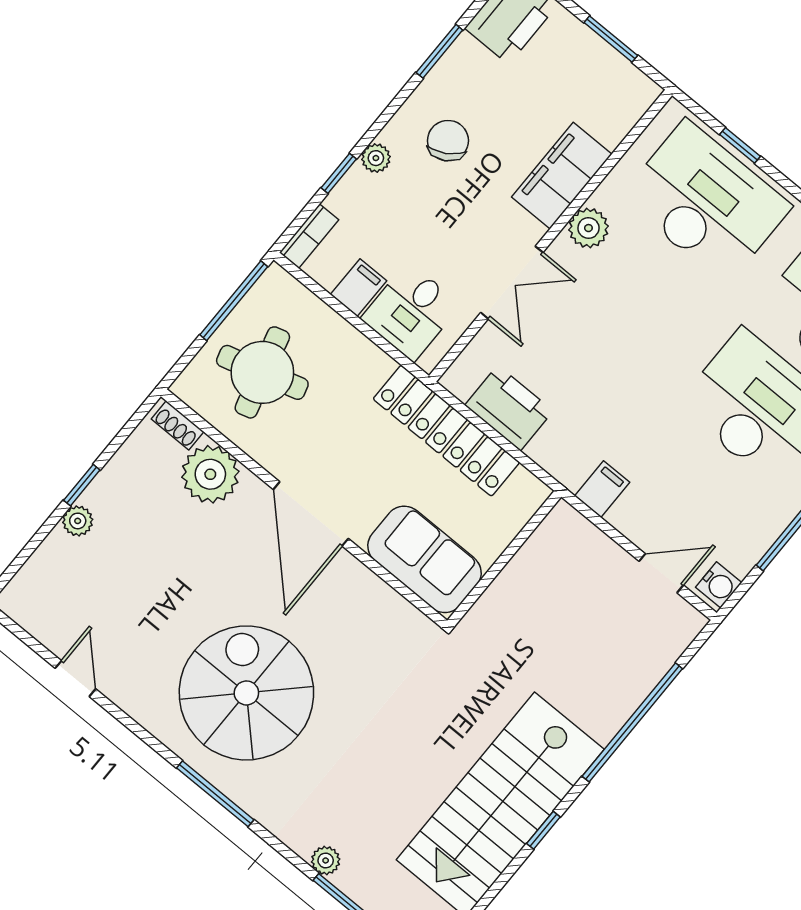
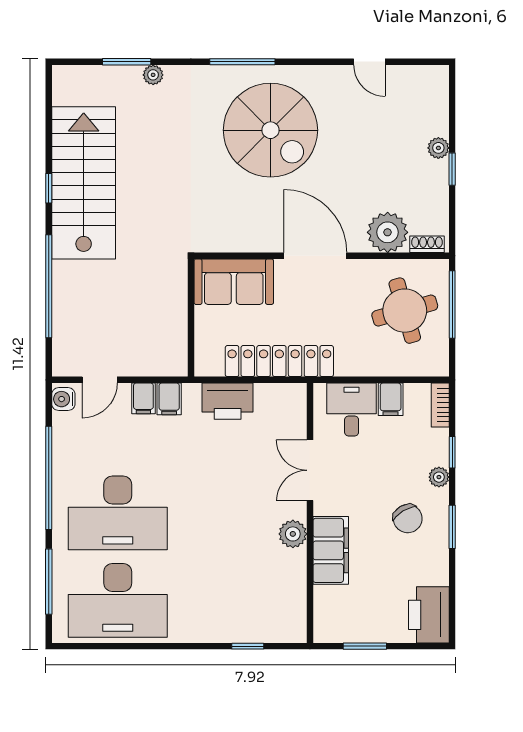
window: (439, 51) -> (452, 527), moved
desk: (706, 202) -> (241, 600), removed
window: (234, 301) -> (452, 305), moved
printer: (509, 408) -> (228, 401), moved
filing cabinet: (630, 513) -> (143, 398), added

